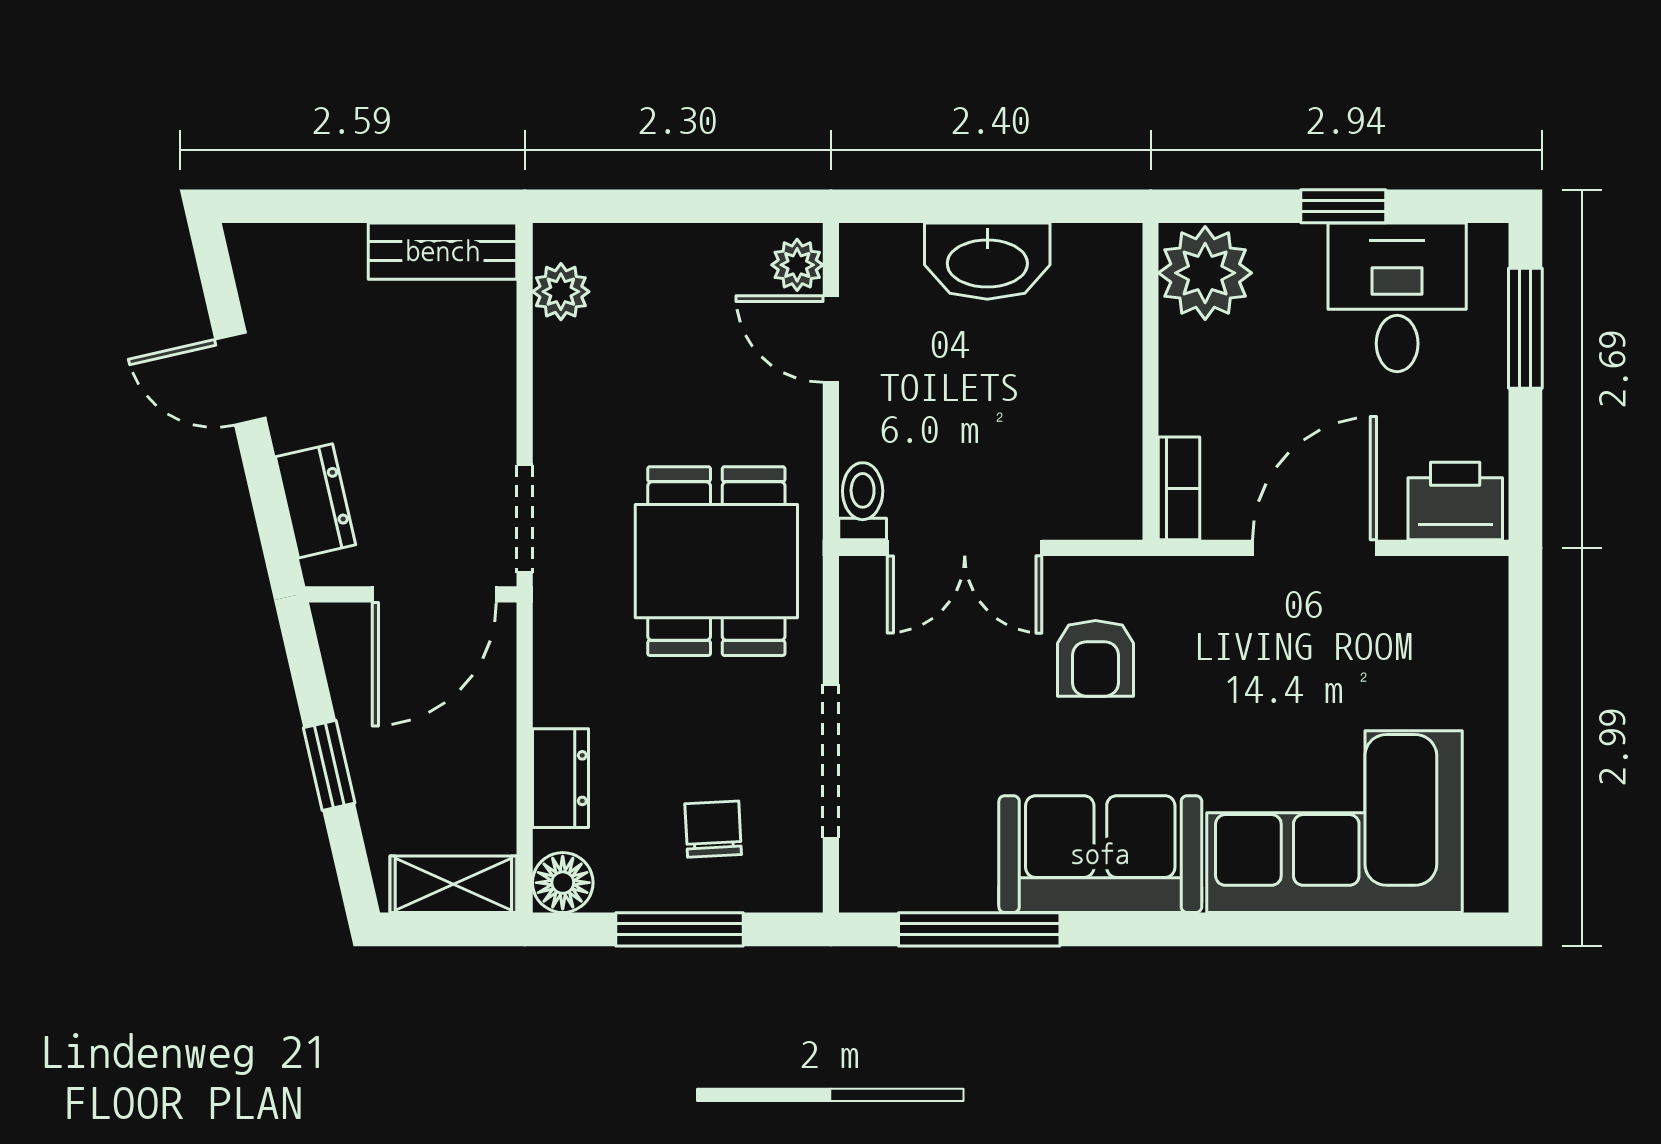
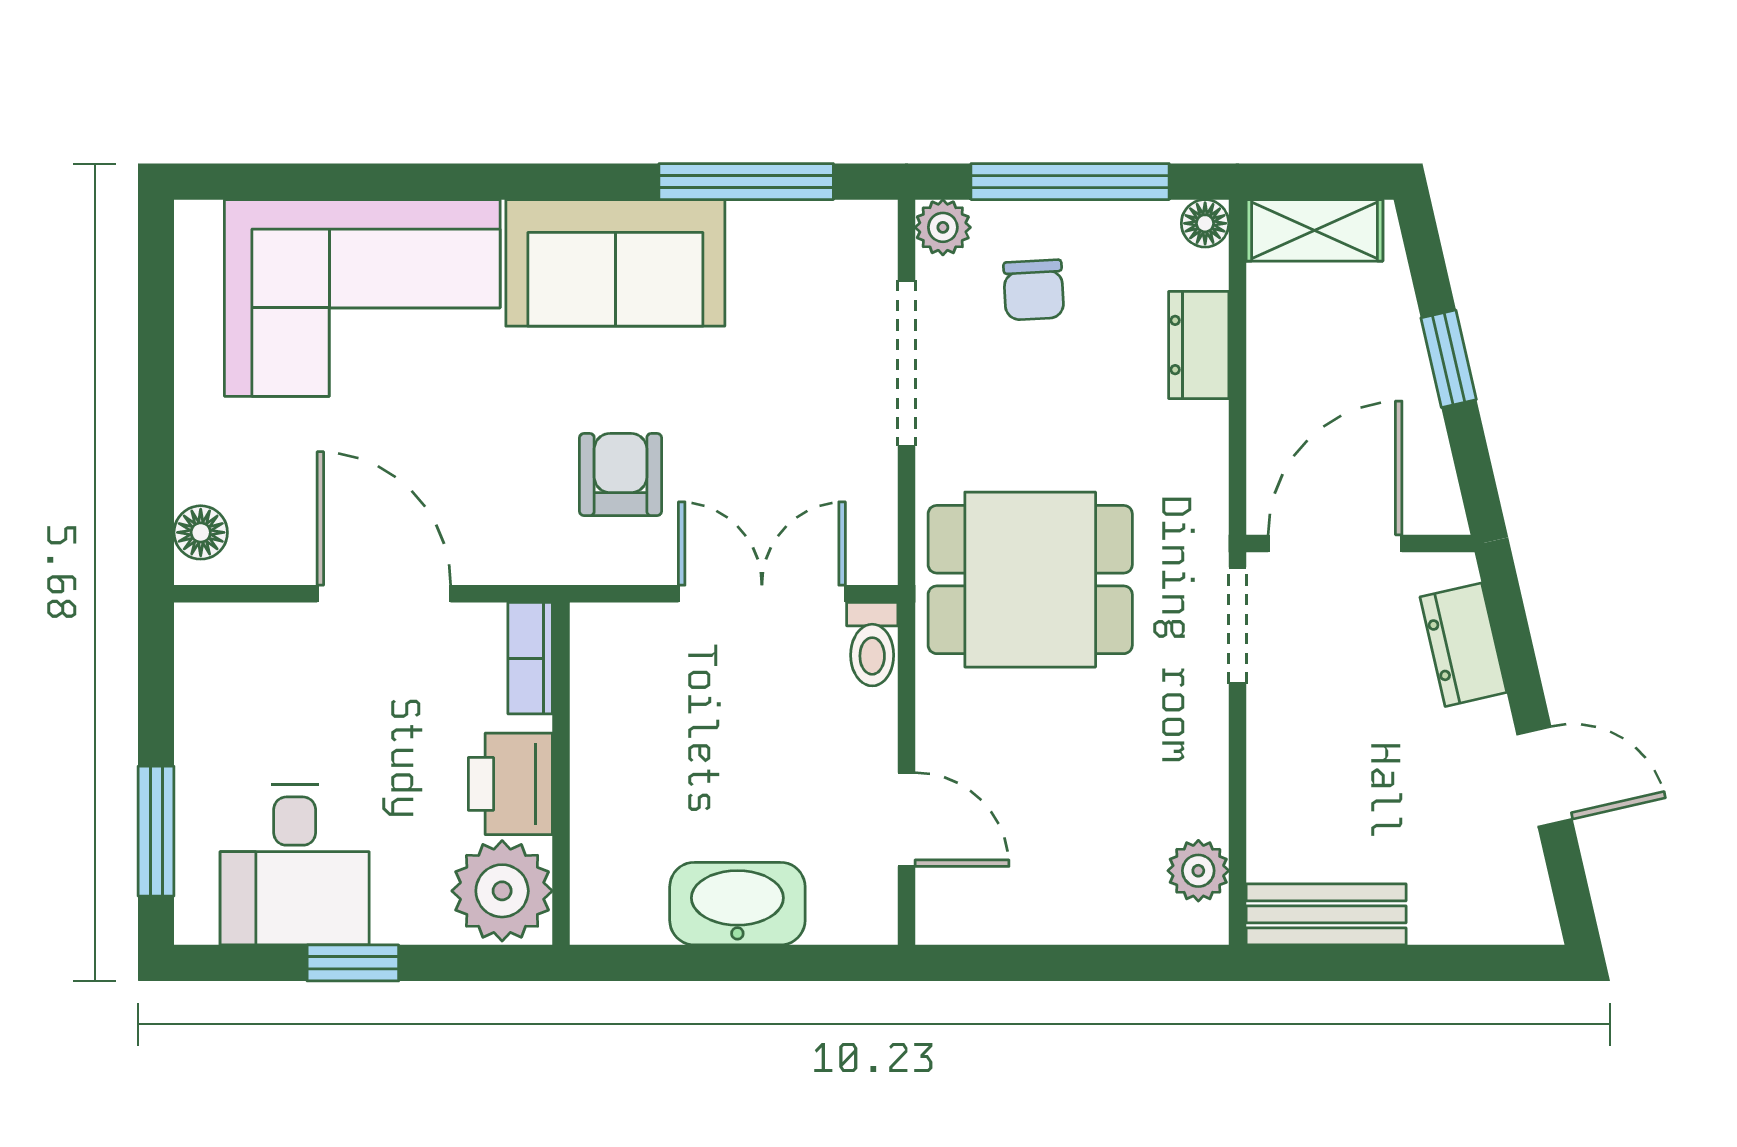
plant: (797, 265) -> (943, 227), moved
printer: (1455, 501) -> (510, 784), moved, turned 90
door: (1314, 548) -> (384, 594), swing flipped
dining table: (716, 561) -> (1030, 580), turned 90
floor lamp: (1484, 605) -> (201, 532), added
floor lamp: (563, 883) -> (1205, 223), width x0.73, depth x0.73
window: (679, 929) -> (1070, 182), width x1.44

